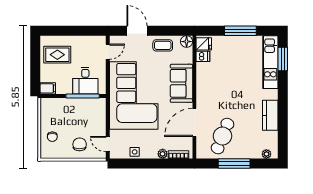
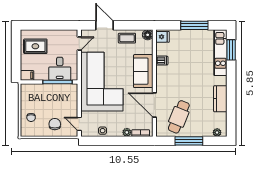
dishwasher: (203, 56) -> (162, 61), moved
door: (194, 122) -> (154, 105), hinge flipped

